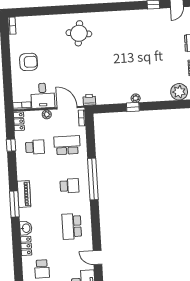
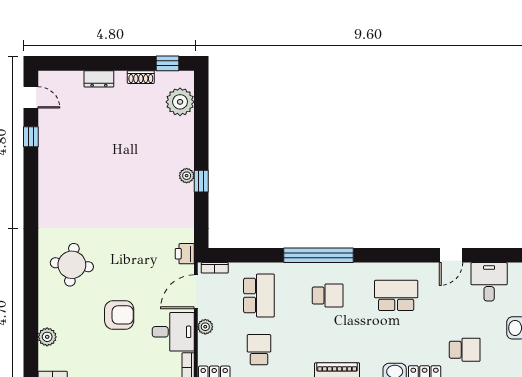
plant: (35, 21) -> (47, 337), added
armchair: (29, 62) -> (119, 315), moved, turned 90
school desk: (67, 145) -> (259, 295), turned 180
school desk: (69, 186) -> (328, 295), turned 90
school desk: (72, 226) -> (396, 295), turned 180

